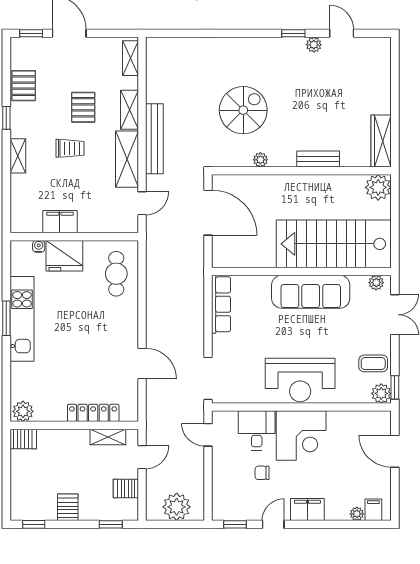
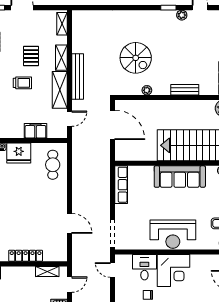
spiral stairs: (243, 110) -> (136, 58), turned 90
filing cabinet: (60, 222) -> (35, 131), moved
locker: (93, 413) -> (26, 256), moved

